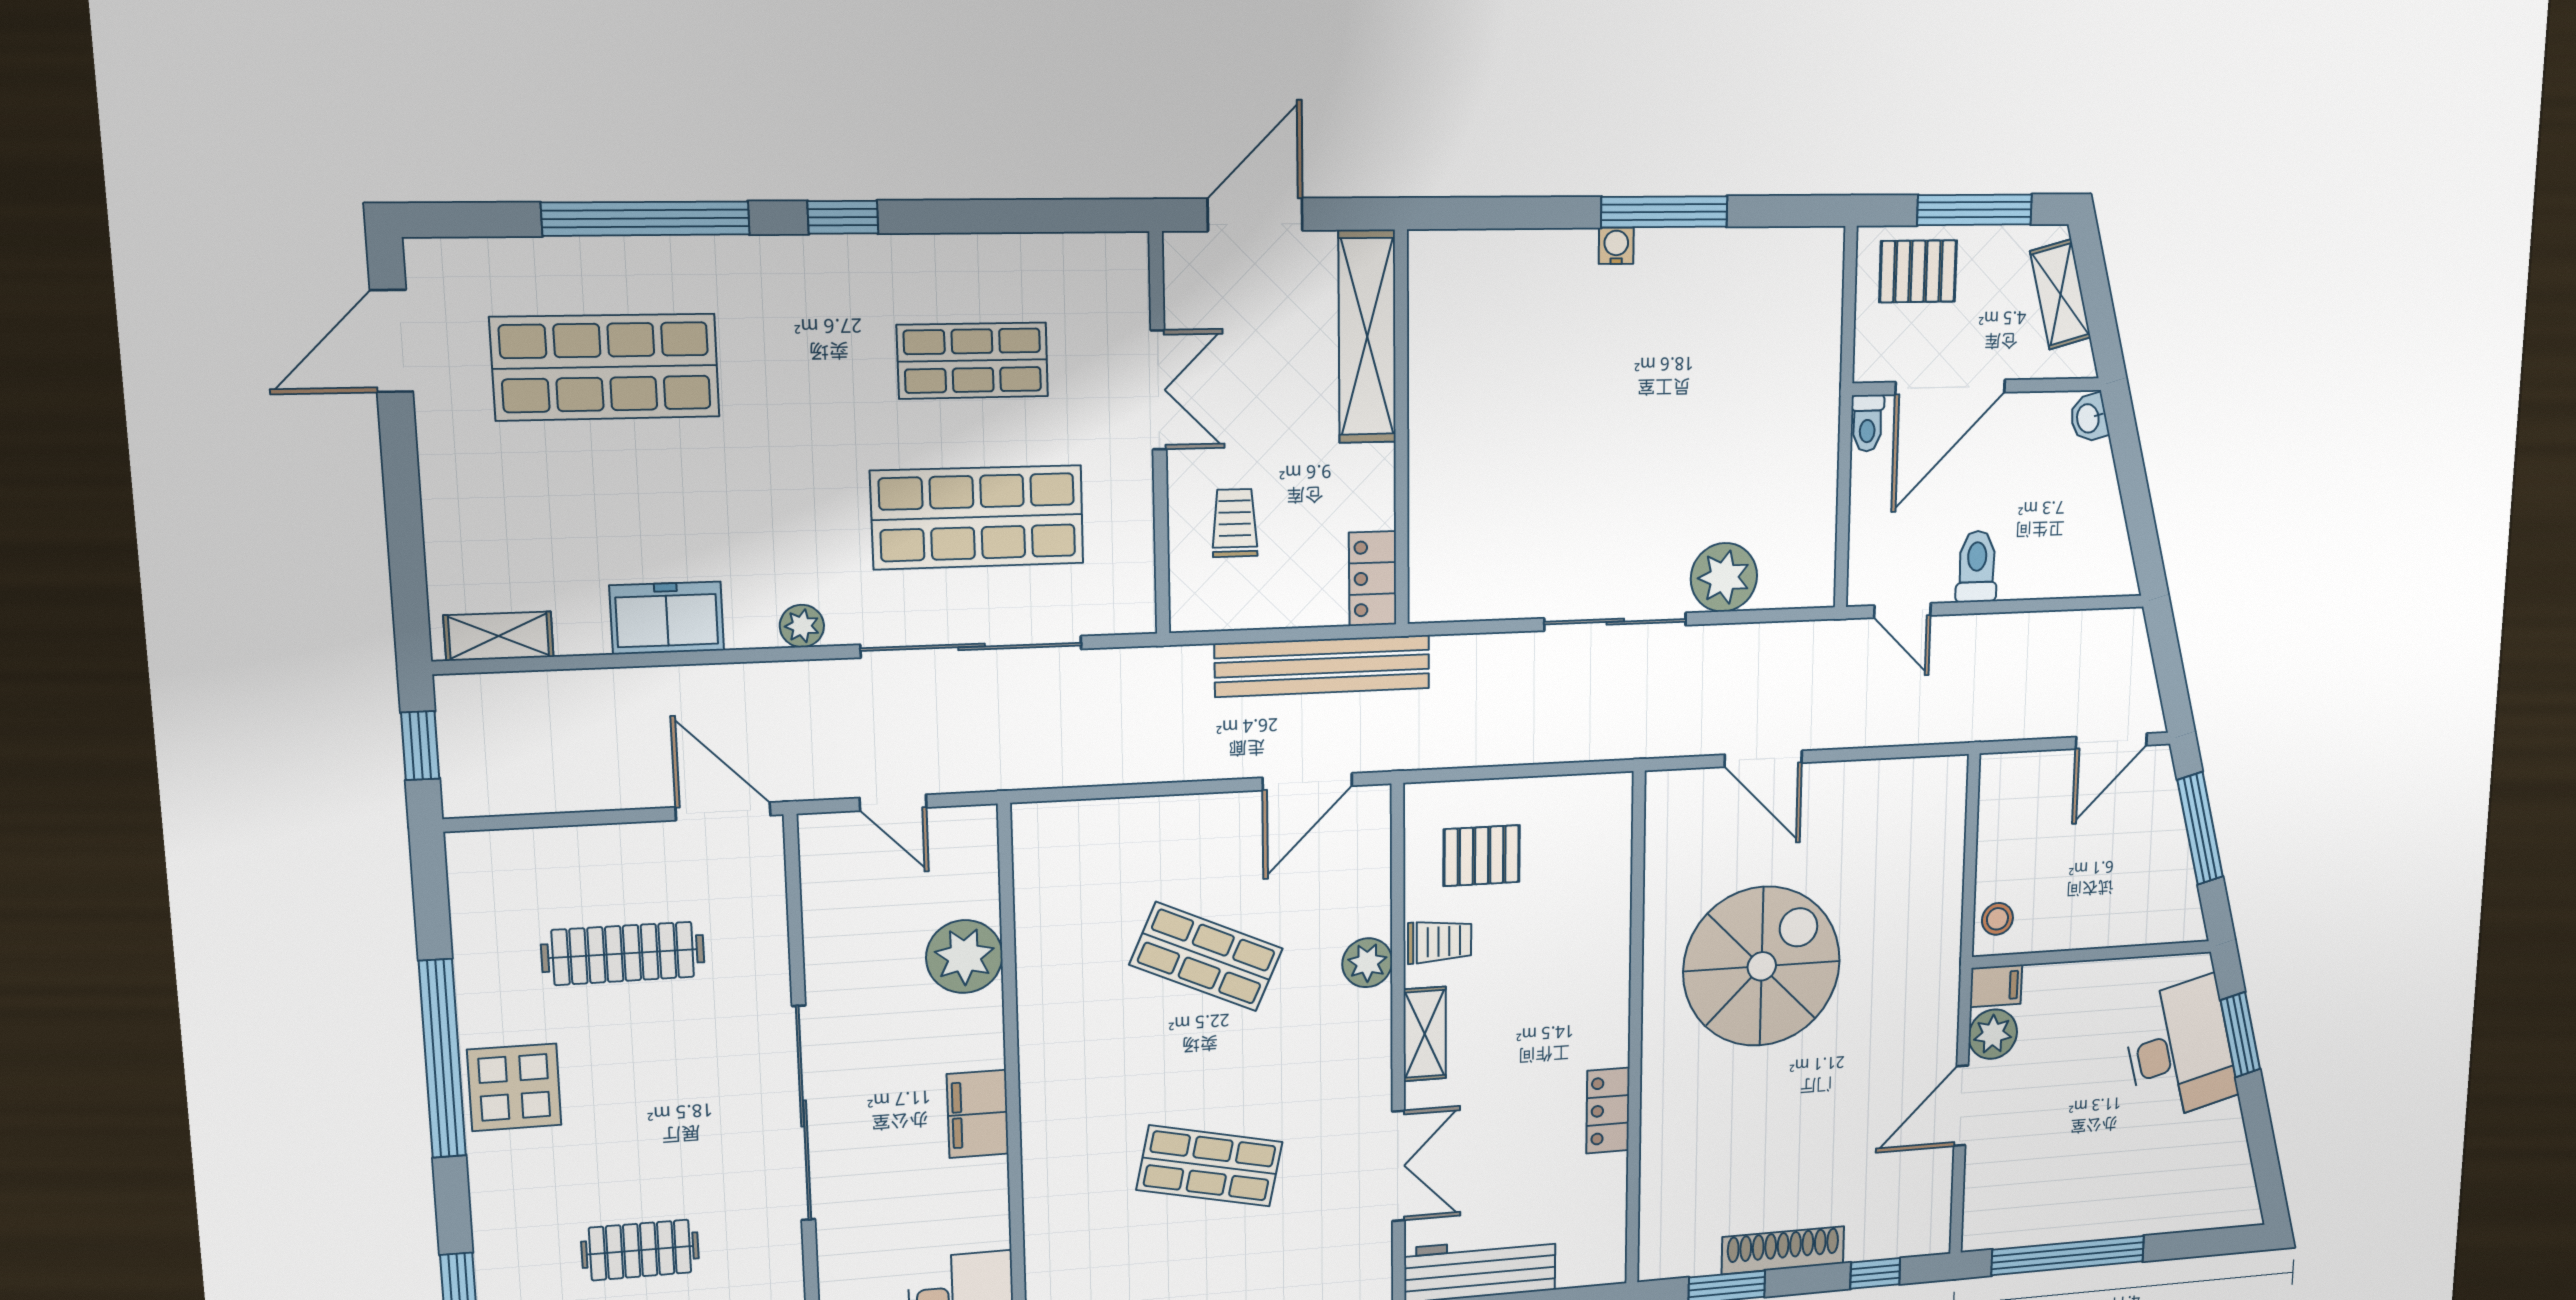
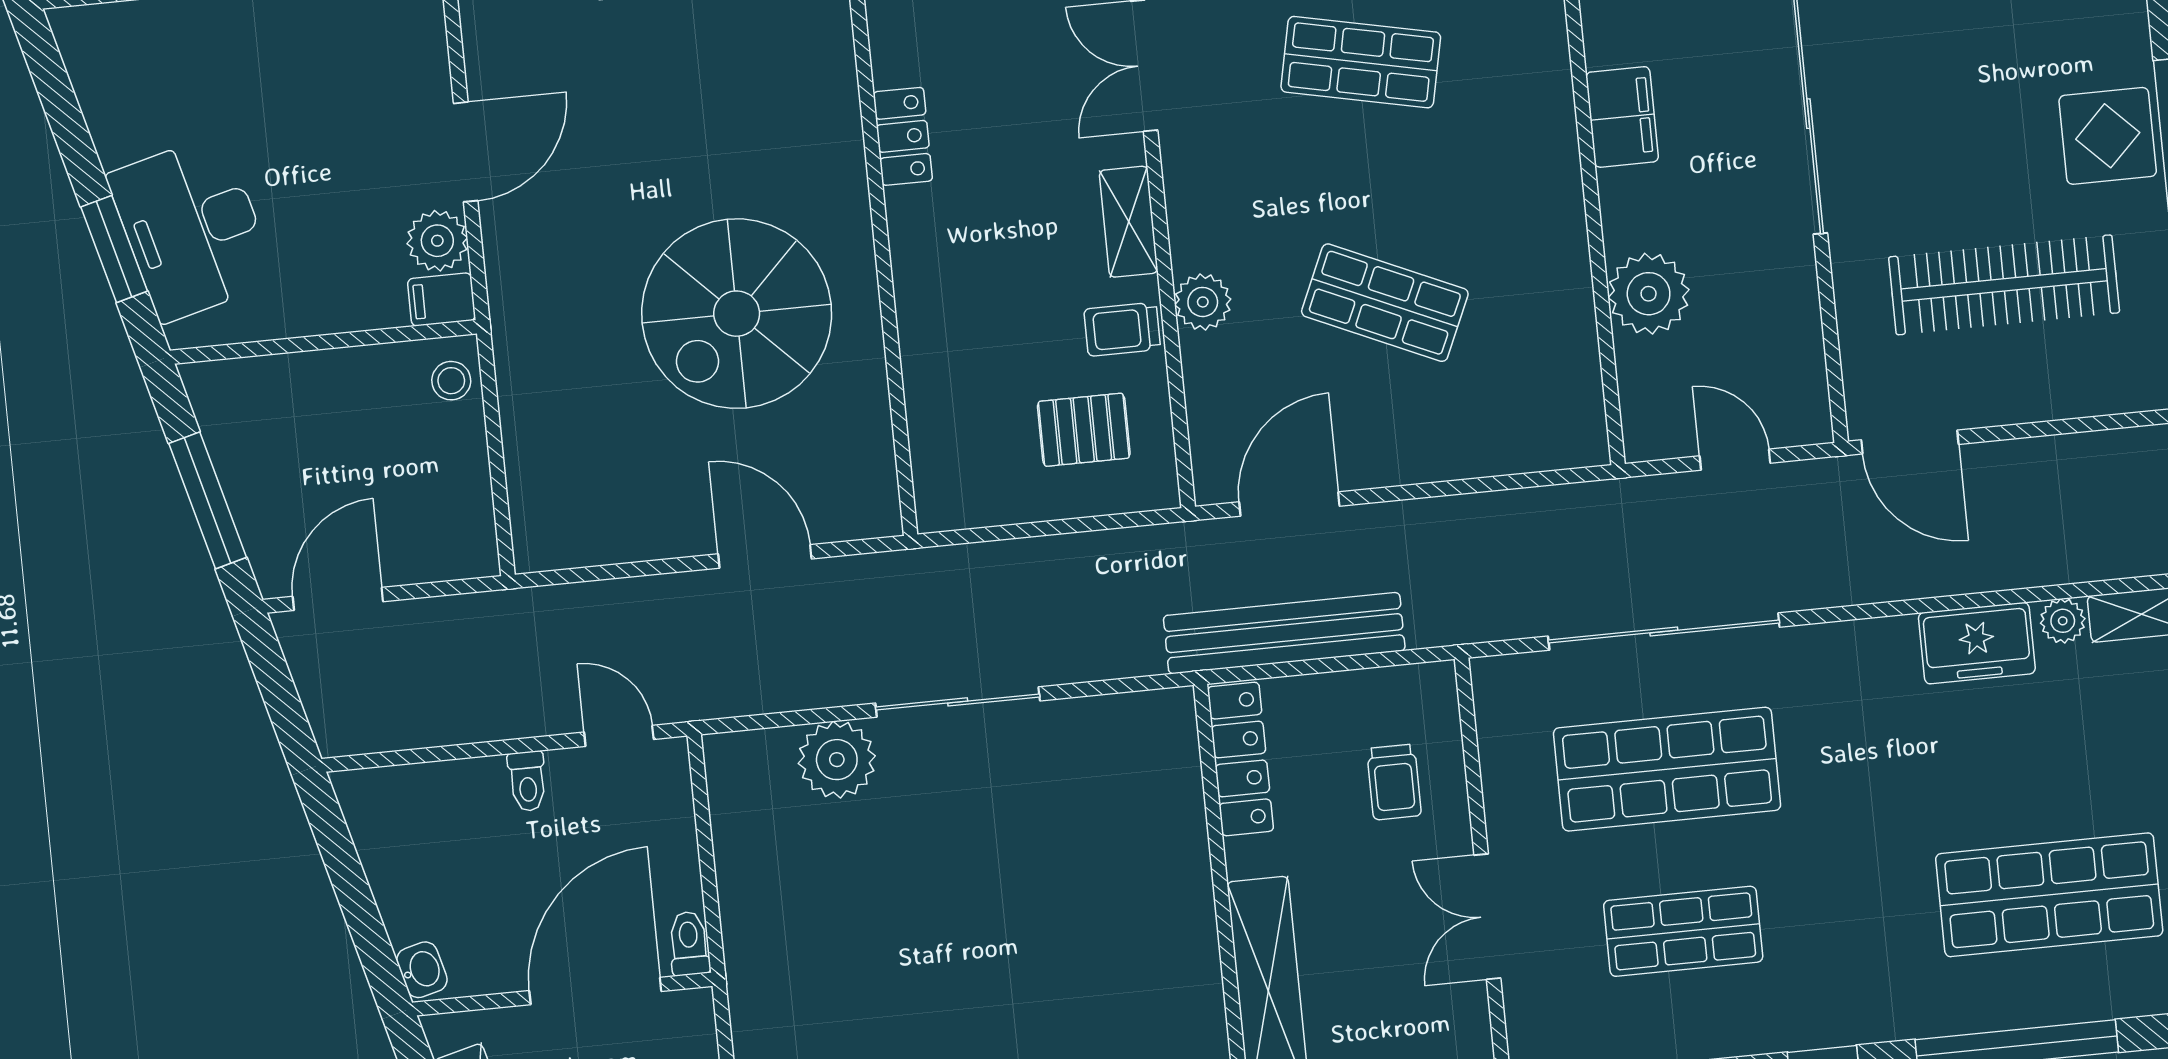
toilet: (1977, 566) -> (527, 781), width x0.73, depth x0.72
locker: (1373, 579) -> (1240, 759), width x1.53
plant: (802, 626) -> (2063, 621), moved
clothes rail: (623, 953) -> (2004, 285), width x1.37, depth x1.31

